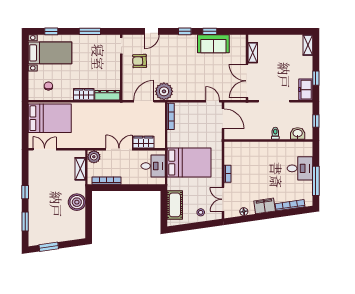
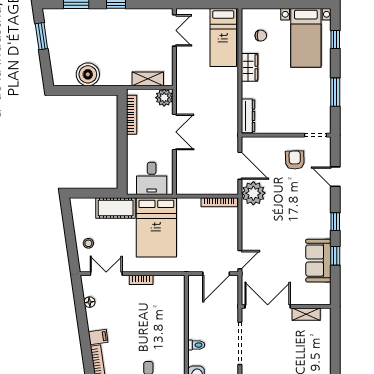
wardrobe: (84, 94) -> (250, 67), moved
bed: (50, 118) -> (223, 38), width x0.67
wardrobe: (143, 142) -> (184, 165), removed
boiler: (77, 202) -> (88, 74), moved
cot: (175, 205) -> (116, 208), moved
filing cabinet: (265, 206) -> (98, 337), width x0.50

